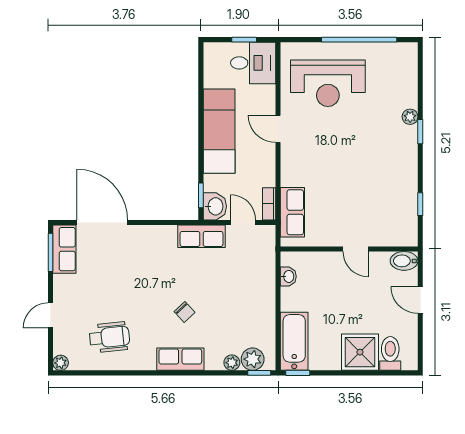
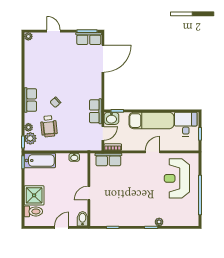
desk: (253, 63) -> (186, 124), moved, turned 180
wheelchair: (109, 337) -> (49, 126), moved

